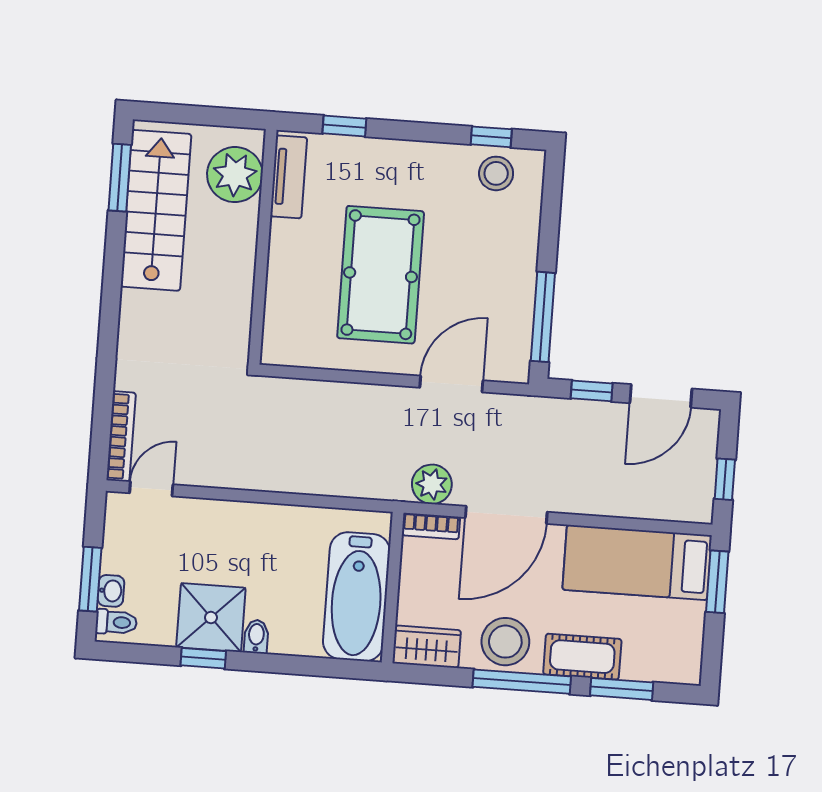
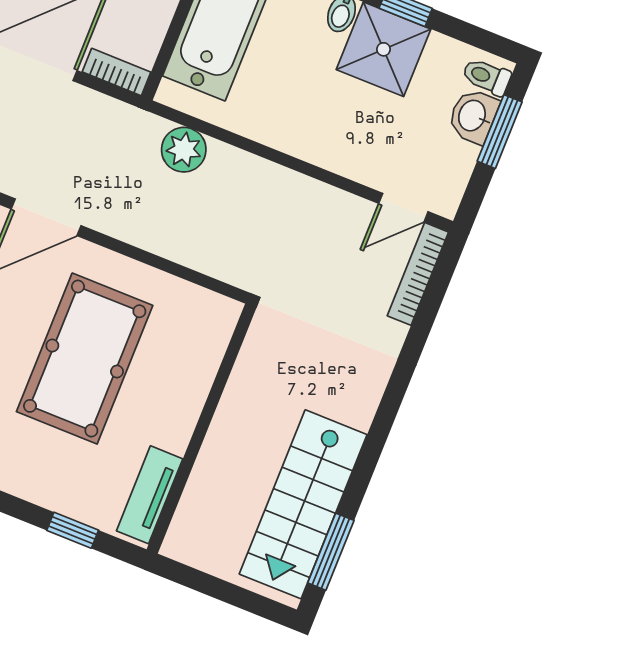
plant: (235, 175) -> (206, 516), removed
plant: (432, 484) -> (184, 150), moved
washbasin: (111, 591) -> (473, 116), width x1.38, depth x1.45

